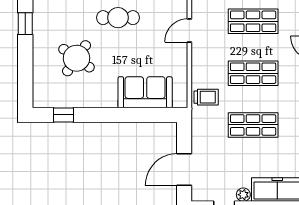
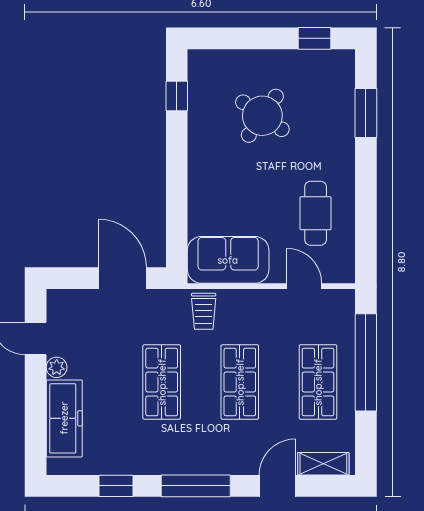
cafe table: (118, 18) -> (316, 213), moved
sofa: (145, 92) -> (228, 260), moved, turned -90
door: (184, 170) -> (122, 278), moved

